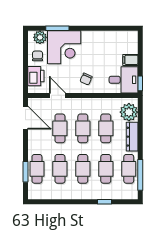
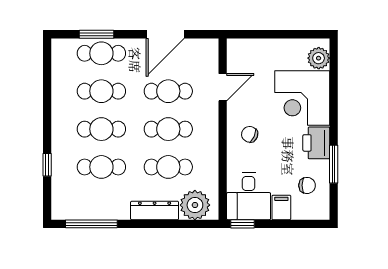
window: (57, 28) -> (334, 164), moved
chair: (37, 56) -> (307, 185), moved
printer: (36, 76) -> (316, 143), moved, turned 90
door: (25, 118) -> (165, 34), moved
cafe table: (129, 169) -> (101, 205), removed

